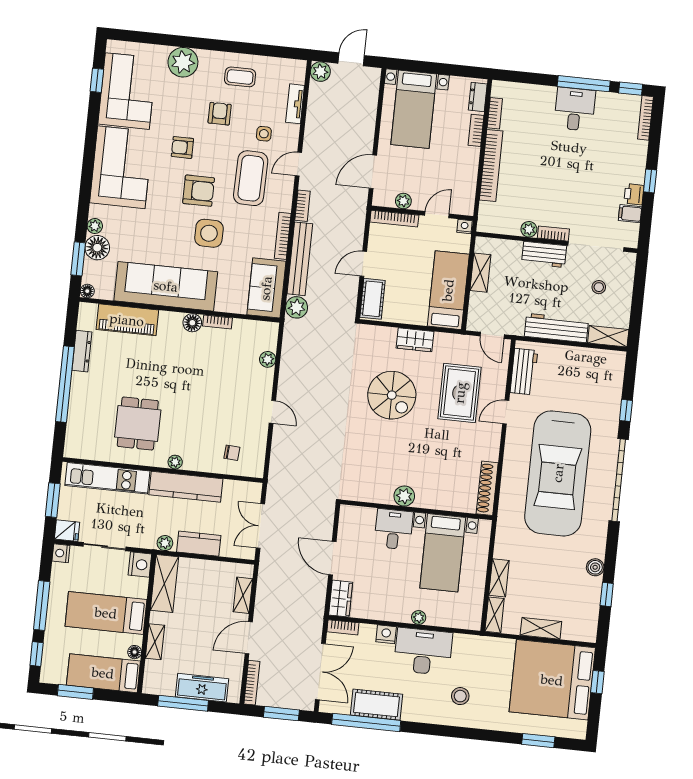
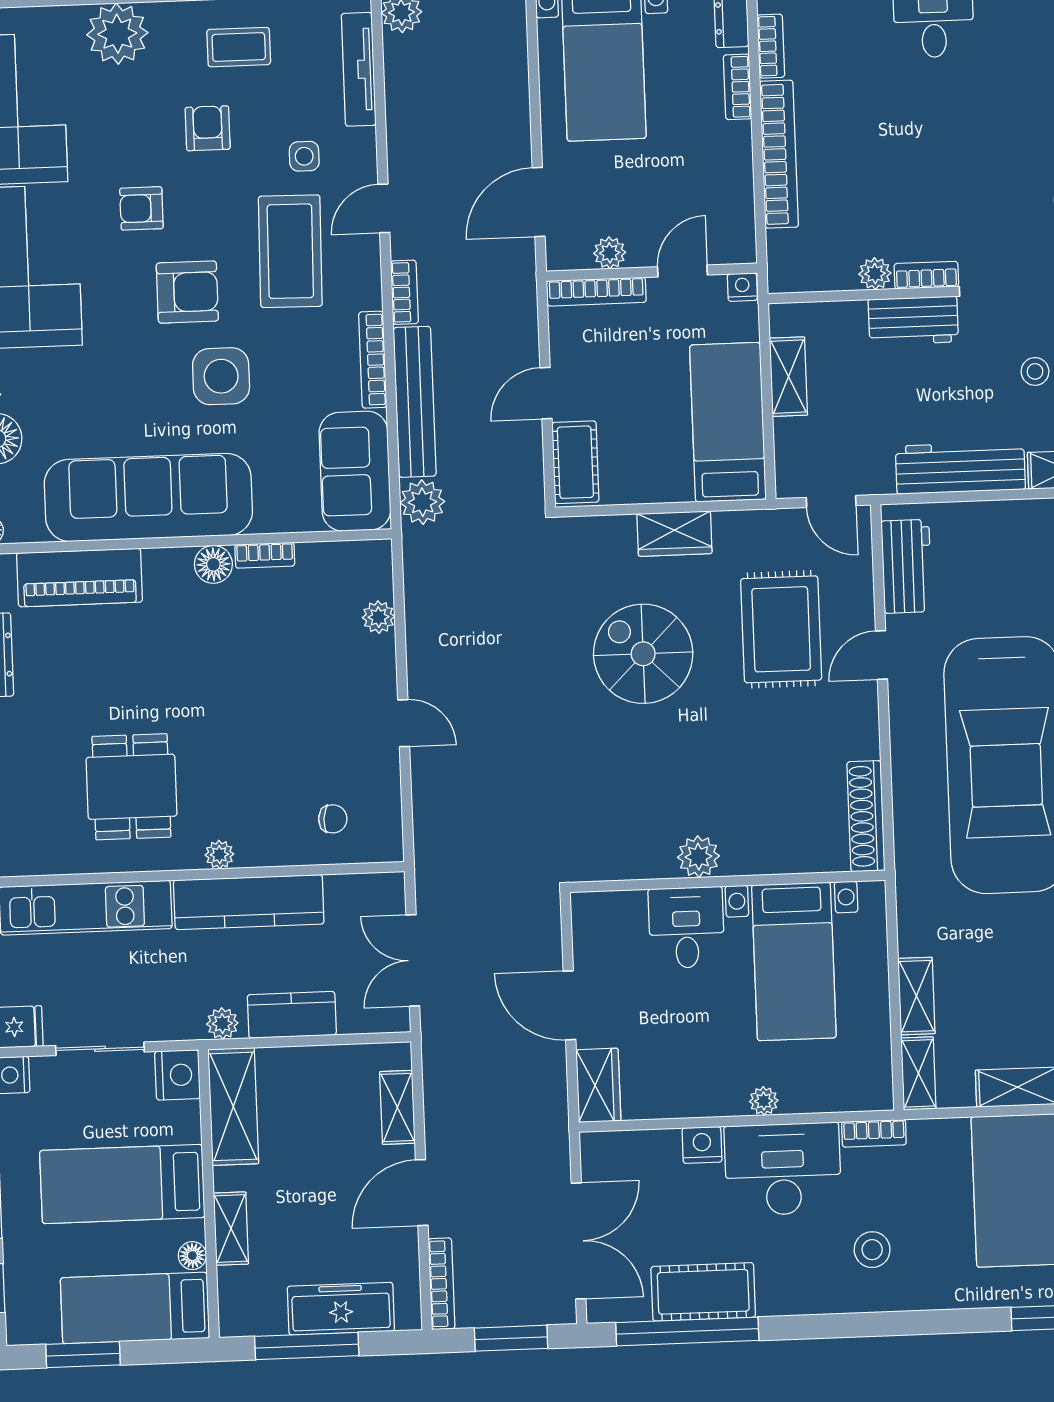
tv unit: (295, 104) -> (359, 69), width x1.41
spiral stairs: (392, 395) -> (643, 654), turned 180
bookcase: (343, 627) -> (874, 1133), moved

